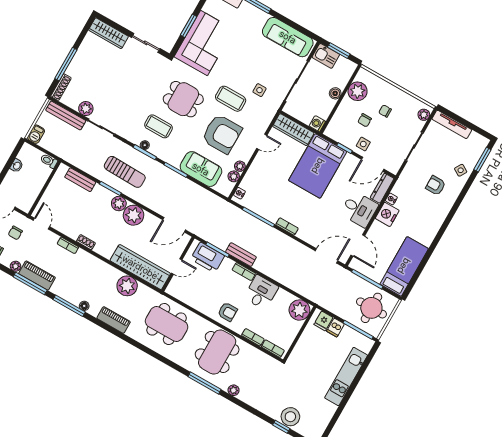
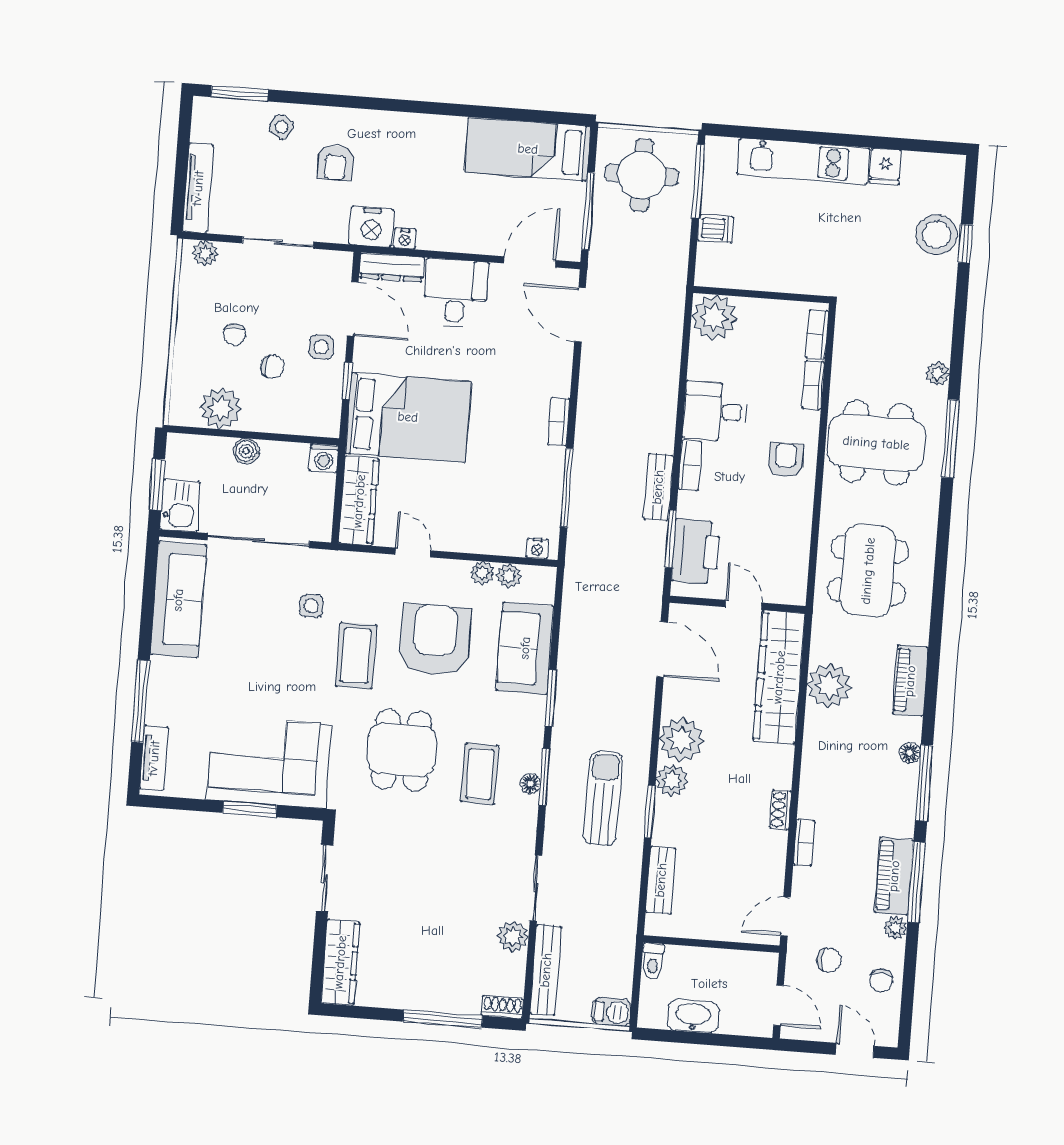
shoe rack: (61, 87) -> (502, 1007), width x0.70
washbasin: (17, 166) -> (693, 1016), width x1.91, depth x1.45
nightstand: (387, 214) -> (371, 227), moved
fridge: (323, 321) -> (885, 167), moved, turned 90

